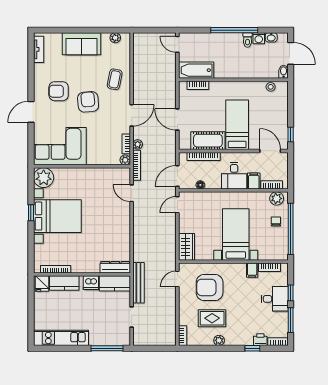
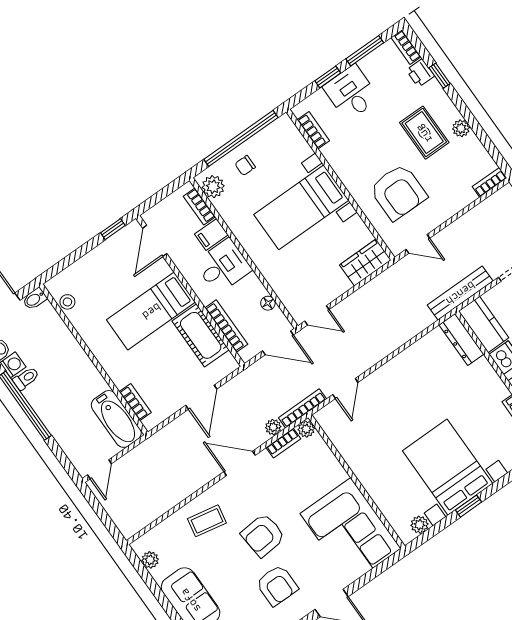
plant: (44, 178) -> (419, 525), width x0.53, depth x0.53
filing cabinet: (252, 270) -> (334, 151), removed
rug: (212, 318) -> (424, 133), moved

